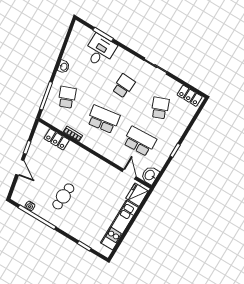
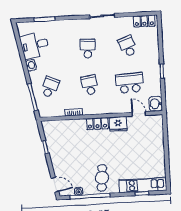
desk: (100, 51) -> (35, 45), moved, turned -101
school desk: (67, 97) -> (50, 87), turned 45
school desk: (103, 119) -> (90, 85), width x0.54
locker: (57, 139) -> (97, 124), moved
door: (20, 167) -> (55, 185), moved
fridge: (137, 195) -> (118, 124), moved, turned -90
cafe table: (63, 196) -> (102, 178), moved
kitchen unit: (120, 225) -> (143, 185), moved, turned 90

